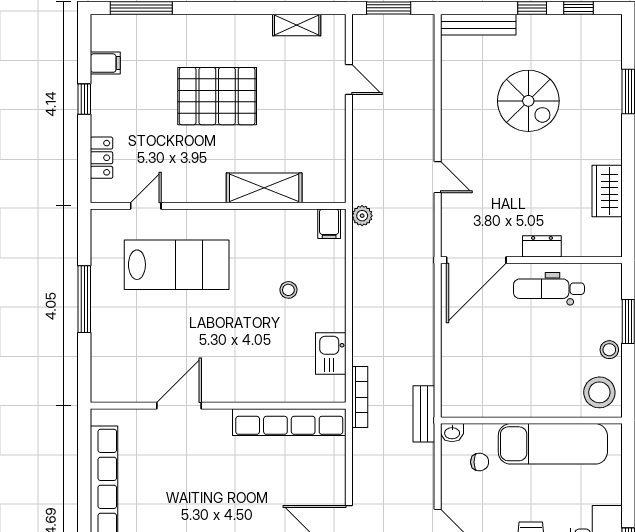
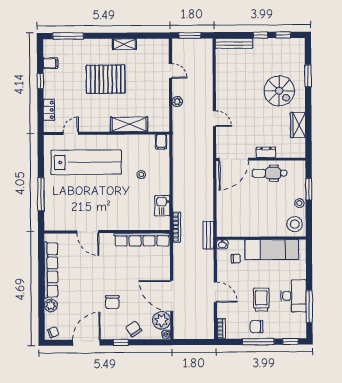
shelving: (297, 25) -> (124, 44), moved
spiral stairs: (528, 101) -> (279, 91), moved
plant: (362, 216) -> (177, 102), moved
lab bench: (177, 265) -> (86, 162), width x1.36
window: (84, 299) -> (41, 194), moved
door: (179, 406) -> (88, 232), swing flipped

